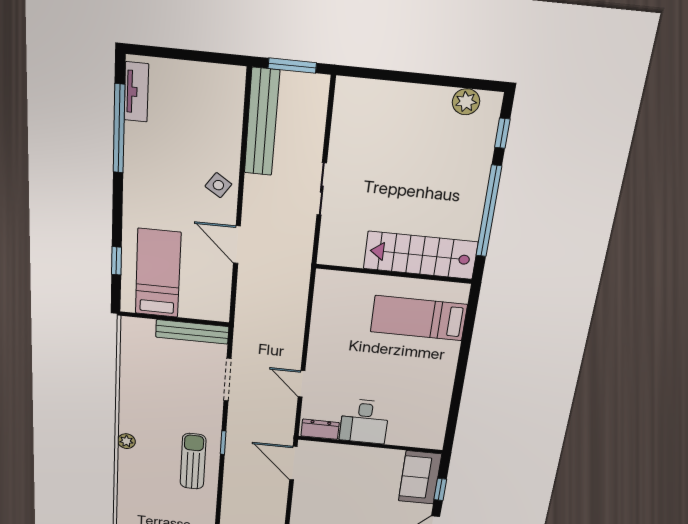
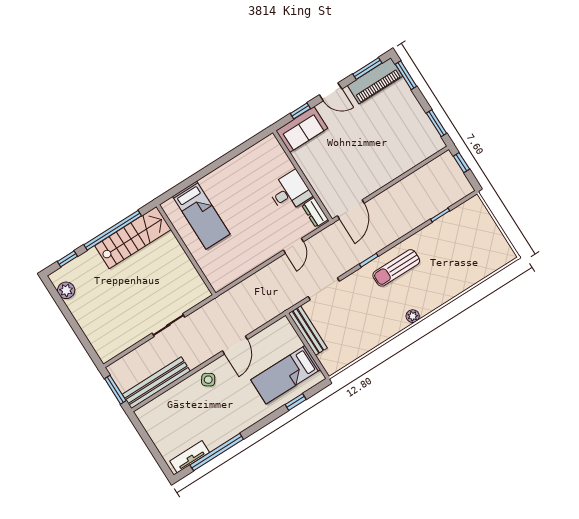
stairs: (420, 255) -> (133, 238), moved, turned -90

